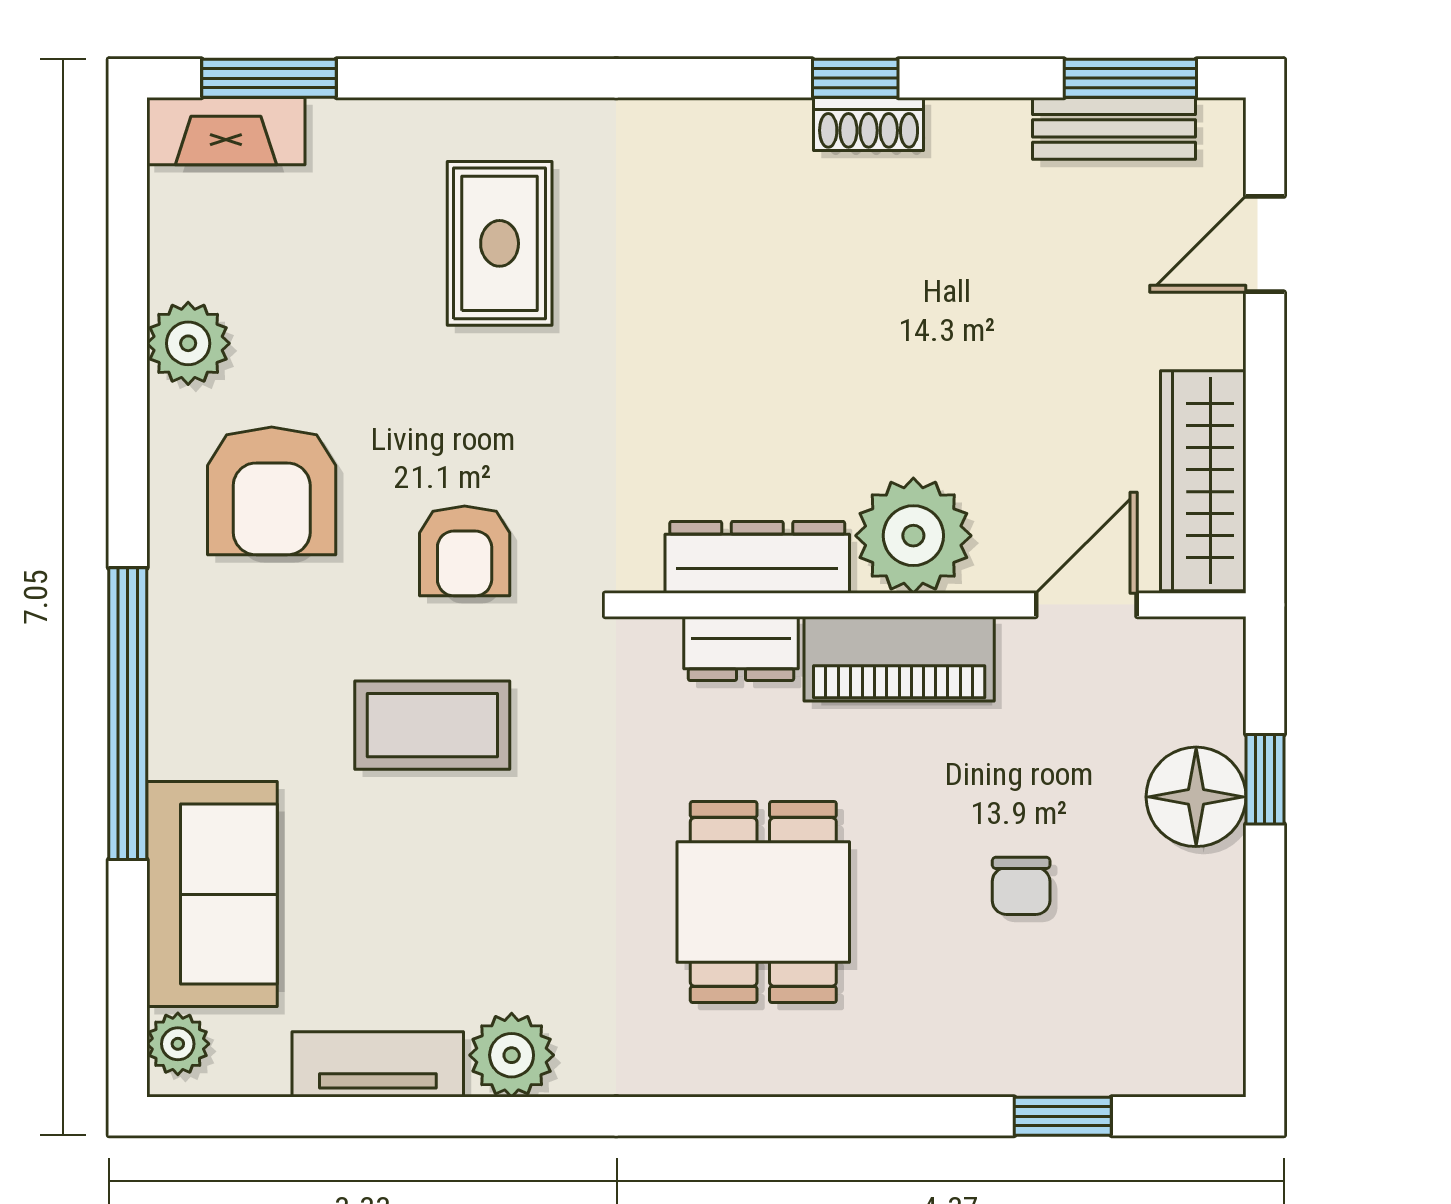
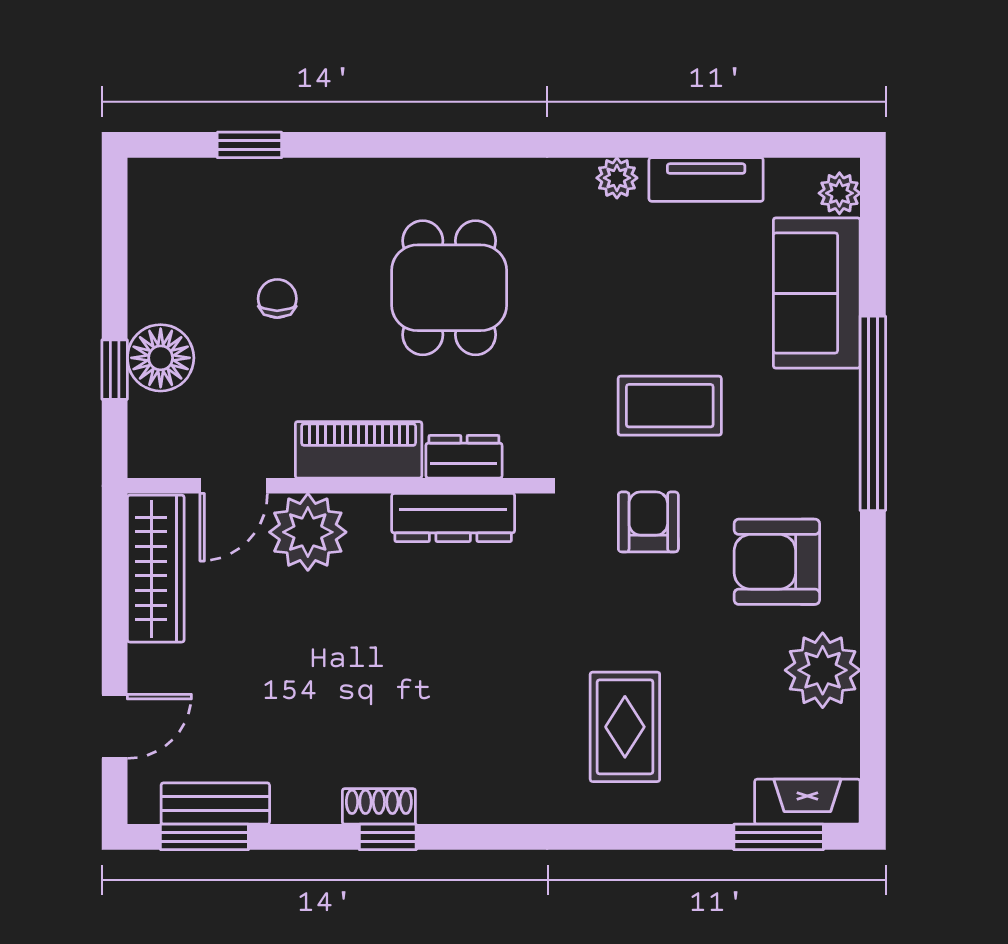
plant: (188, 343) -> (823, 670), width x1.36, depth x1.36
armchair: (272, 491) -> (777, 562), turned -90
plant: (913, 536) -> (308, 532), moved
plant: (512, 1055) -> (617, 178), width x0.73, depth x0.73

